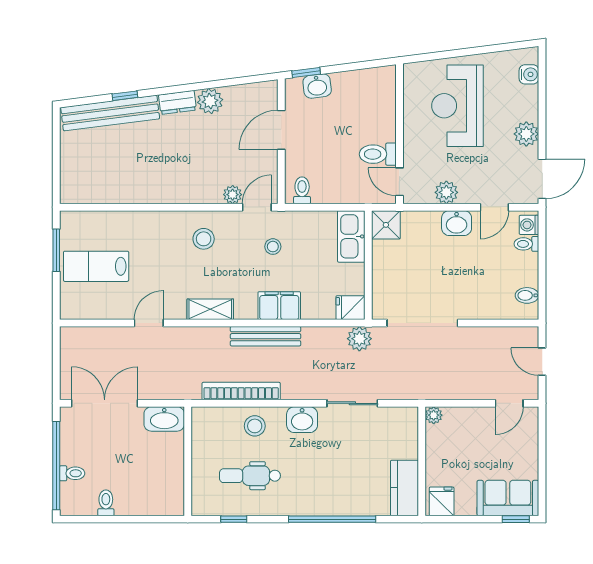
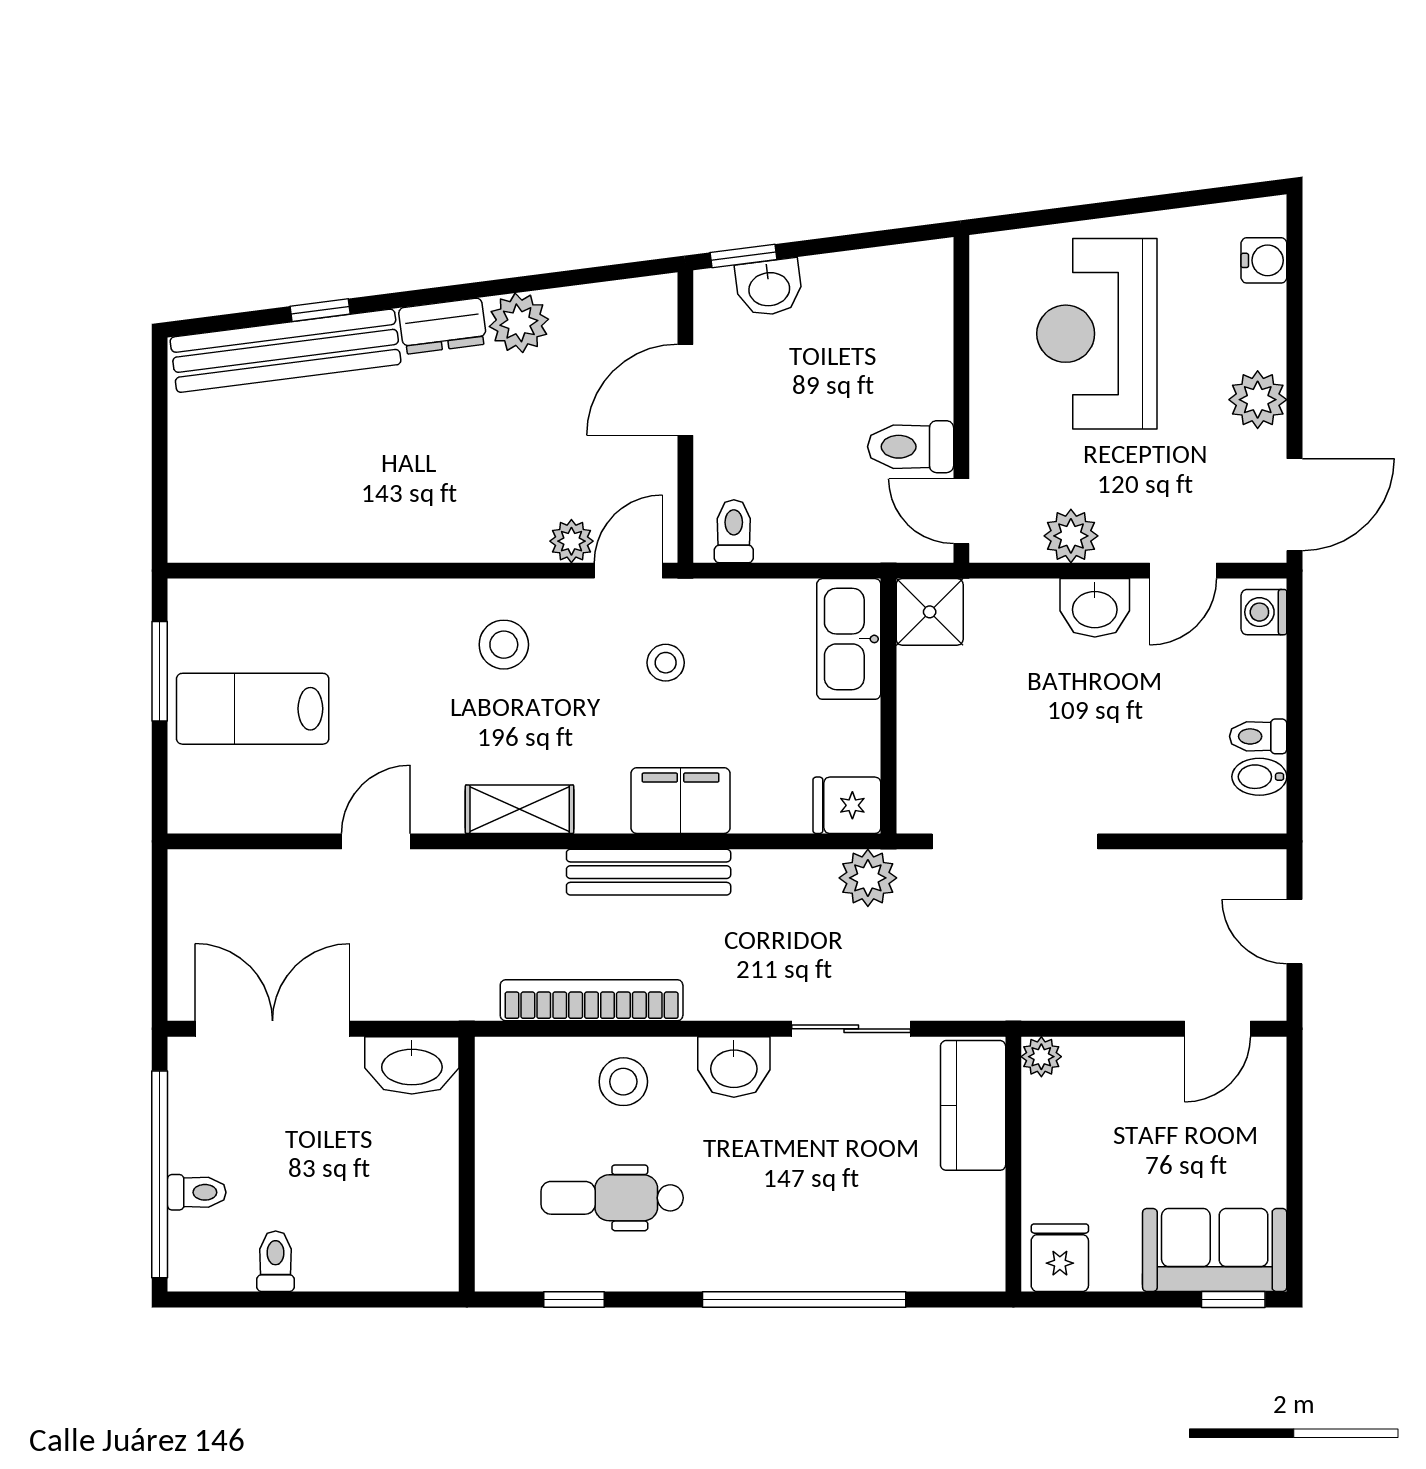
toilet: (526, 244) -> (1258, 736), moved
kitchen counter: (404, 488) -> (973, 1105), moved

